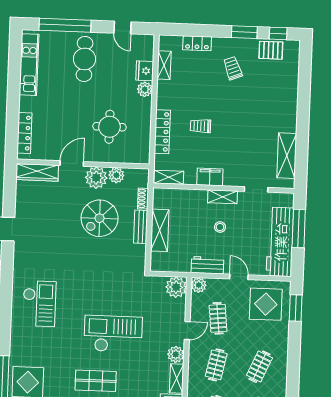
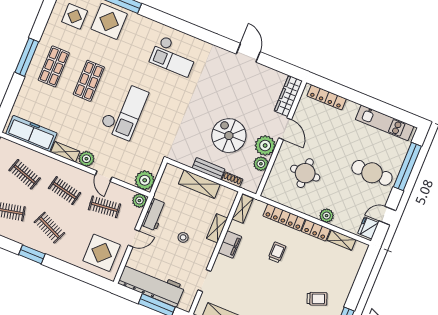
locker: (197, 43) -> (316, 230), moved, turned -90
fridge: (145, 71) -> (368, 228), moved, turned -90
shelving: (222, 197) -> (217, 228), moved
window: (296, 308) -> (32, 254), moved

